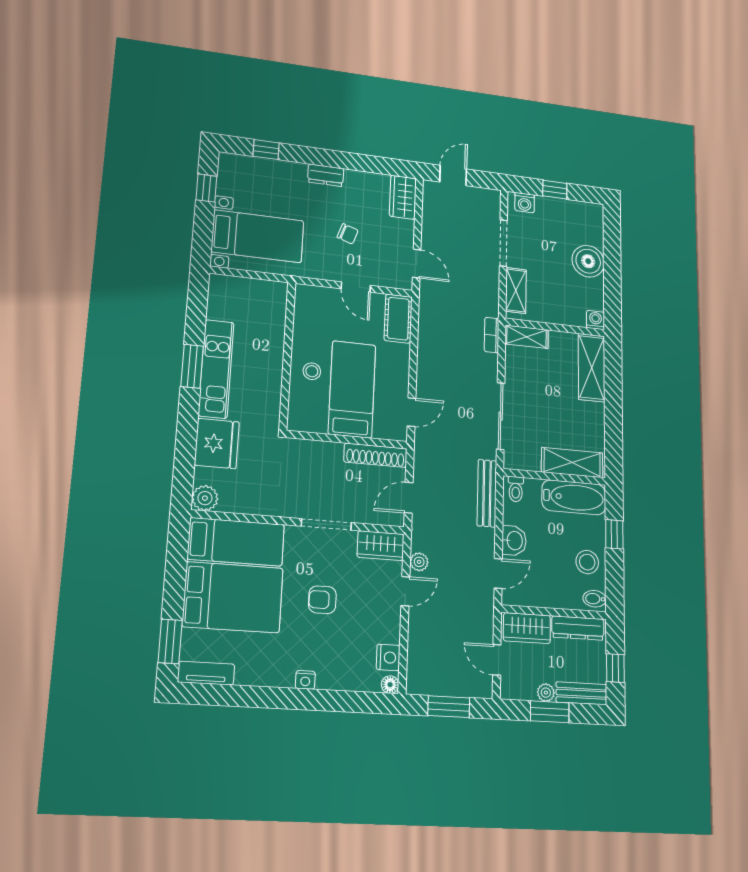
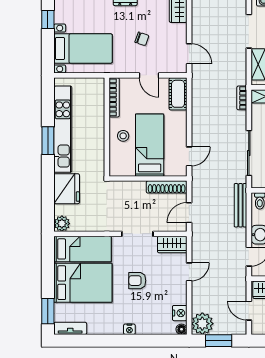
bookcase: (301, 313) -> (114, 97), added
kitchen unit: (216, 369) -> (63, 129), width x1.36
plant: (419, 562) -> (202, 324), moved, width x1.88, depth x1.88

